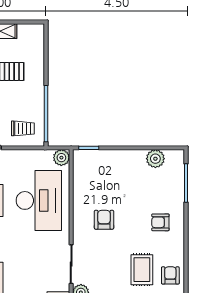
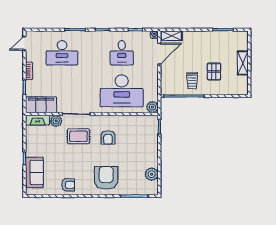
trolley: (23, 128) -> (192, 81), moved
armchair: (104, 220) -> (108, 137), turned 90
armchair: (160, 222) -> (106, 178), width x1.88, depth x1.88
rug: (142, 270) -> (78, 136), moved

